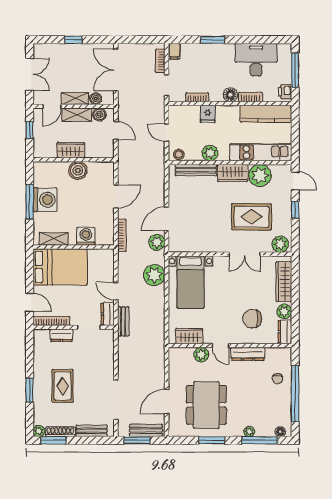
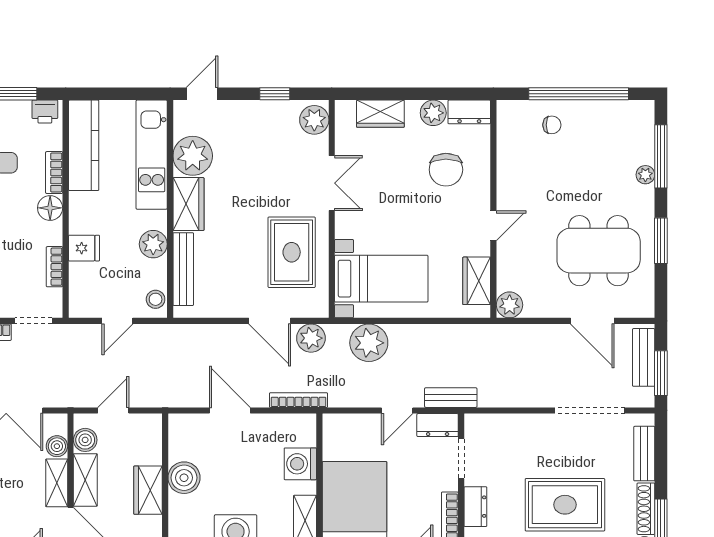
window: (295, 210) -> (275, 94), moved
rug: (251, 217) -> (292, 252), moved
wardrobe: (284, 282) -> (380, 114), width x0.67
dresser: (248, 354) -> (508, 177), removed
plant: (201, 355) -> (510, 305), moved
rug: (63, 386) -> (565, 505), width x1.36, depth x1.43
floor lamp: (280, 432) -> (646, 120), removed

